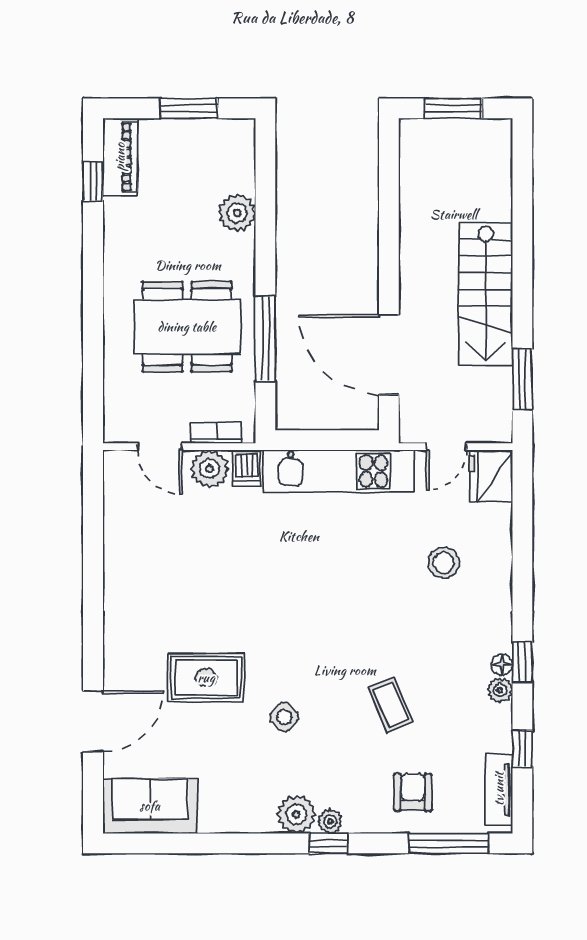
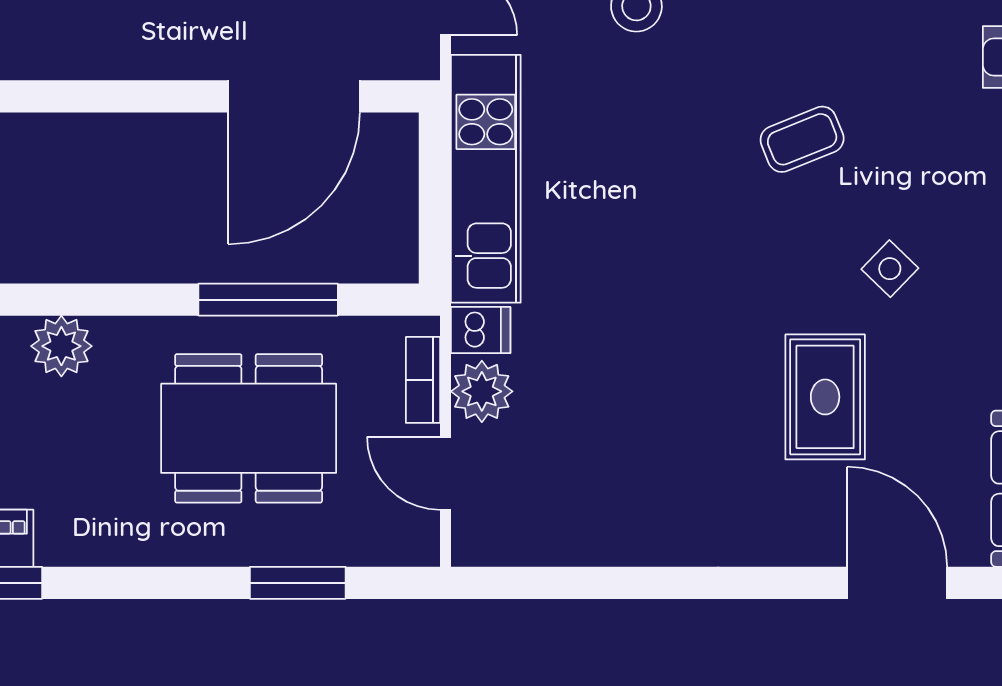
dining table: (187, 327) -> (249, 428), turned 90
window: (93, 357) -> (298, 583), added
door: (160, 447) -> (446, 473), swing flipped
coffee table: (391, 705) -> (802, 139), moved

